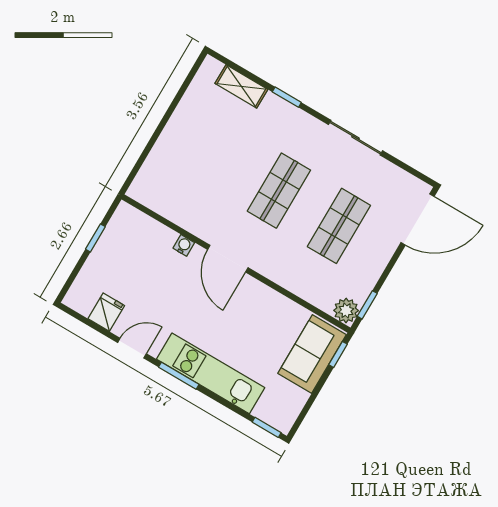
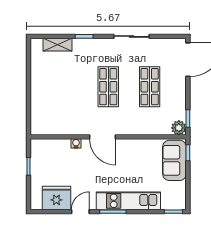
fridge: (106, 312) -> (56, 198), width x1.88, depth x1.34

